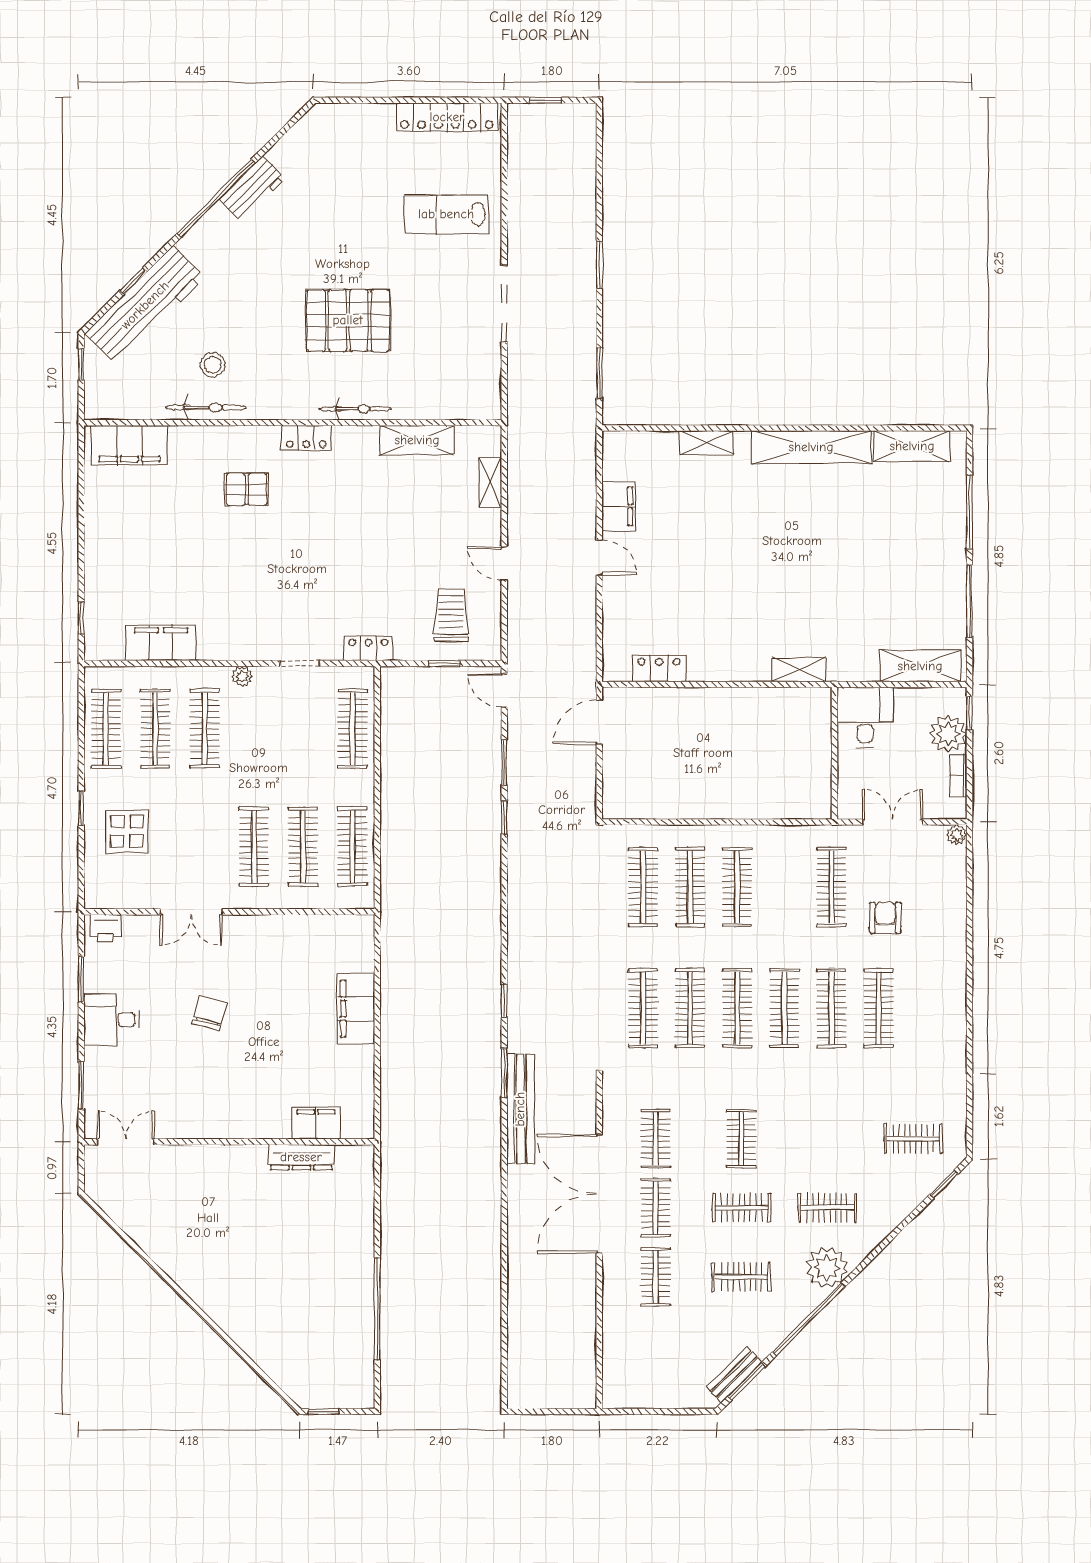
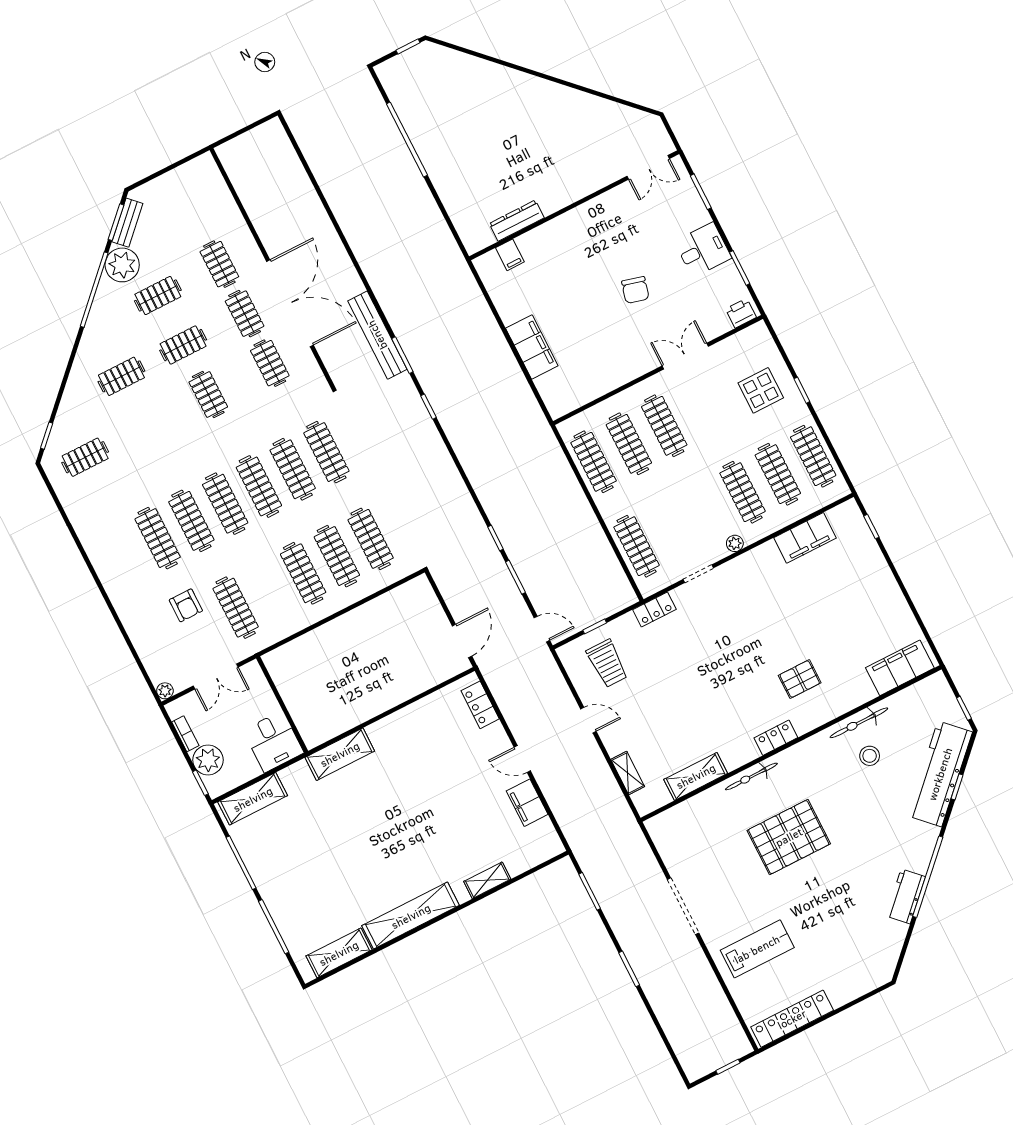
locker: (659, 668) -> (480, 705), moved, turned 90
shelving: (799, 670) -> (340, 754), width x1.50, depth x1.33
filing cabinet: (316, 1123) -> (510, 255), width x0.50
plant: (827, 1268) -> (122, 265), moved

